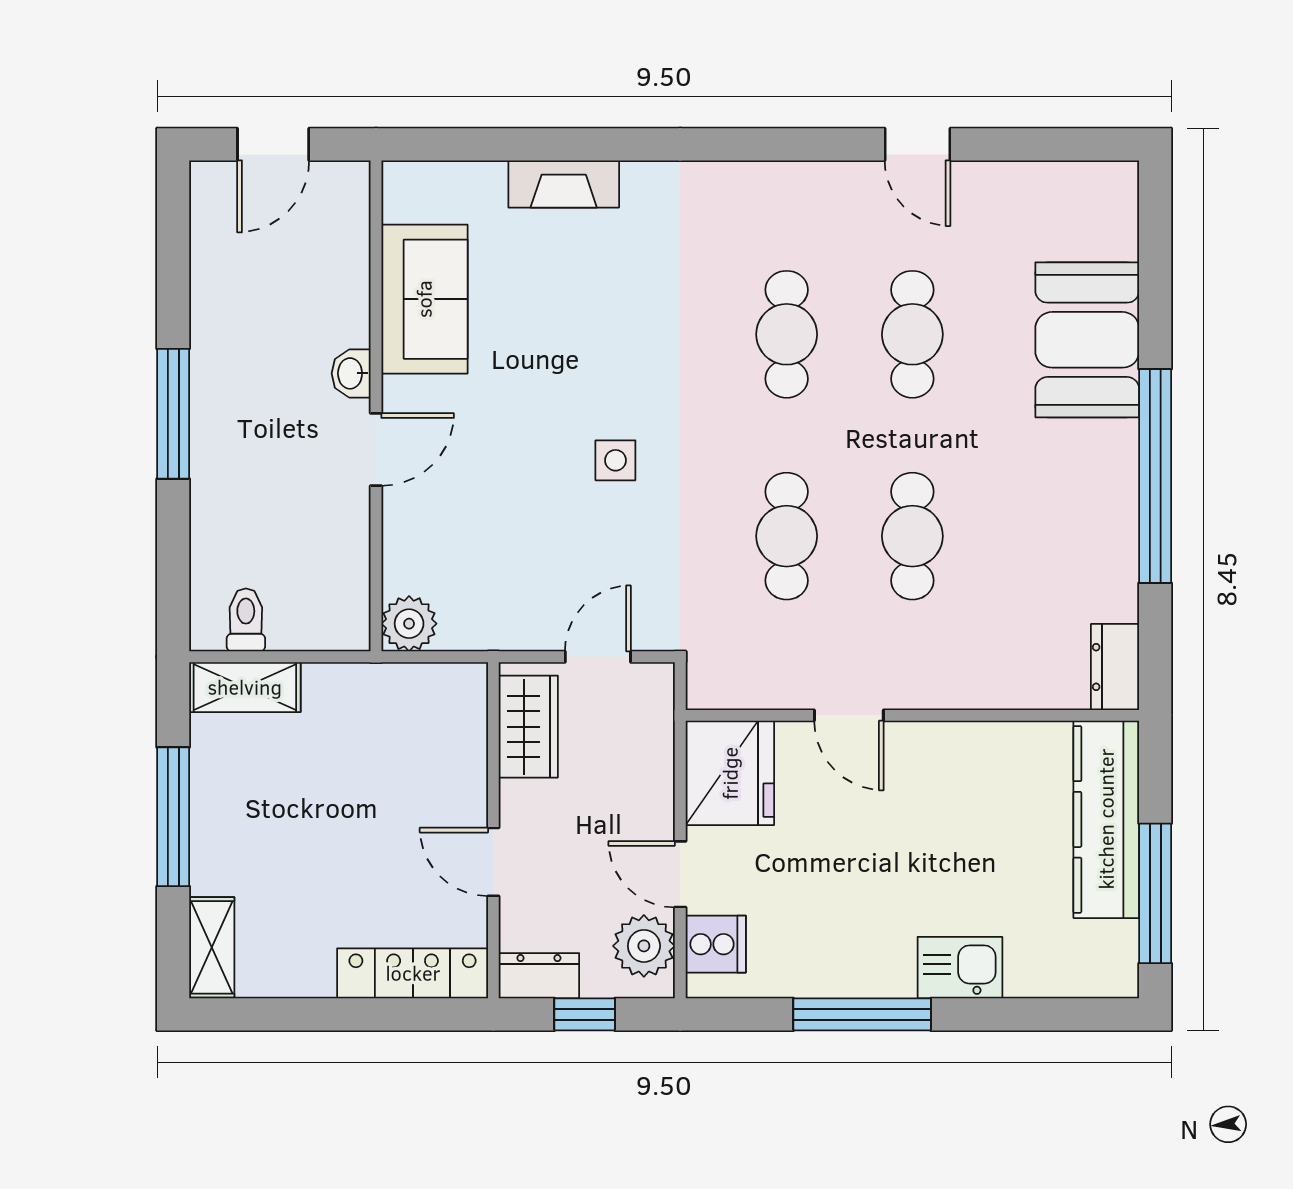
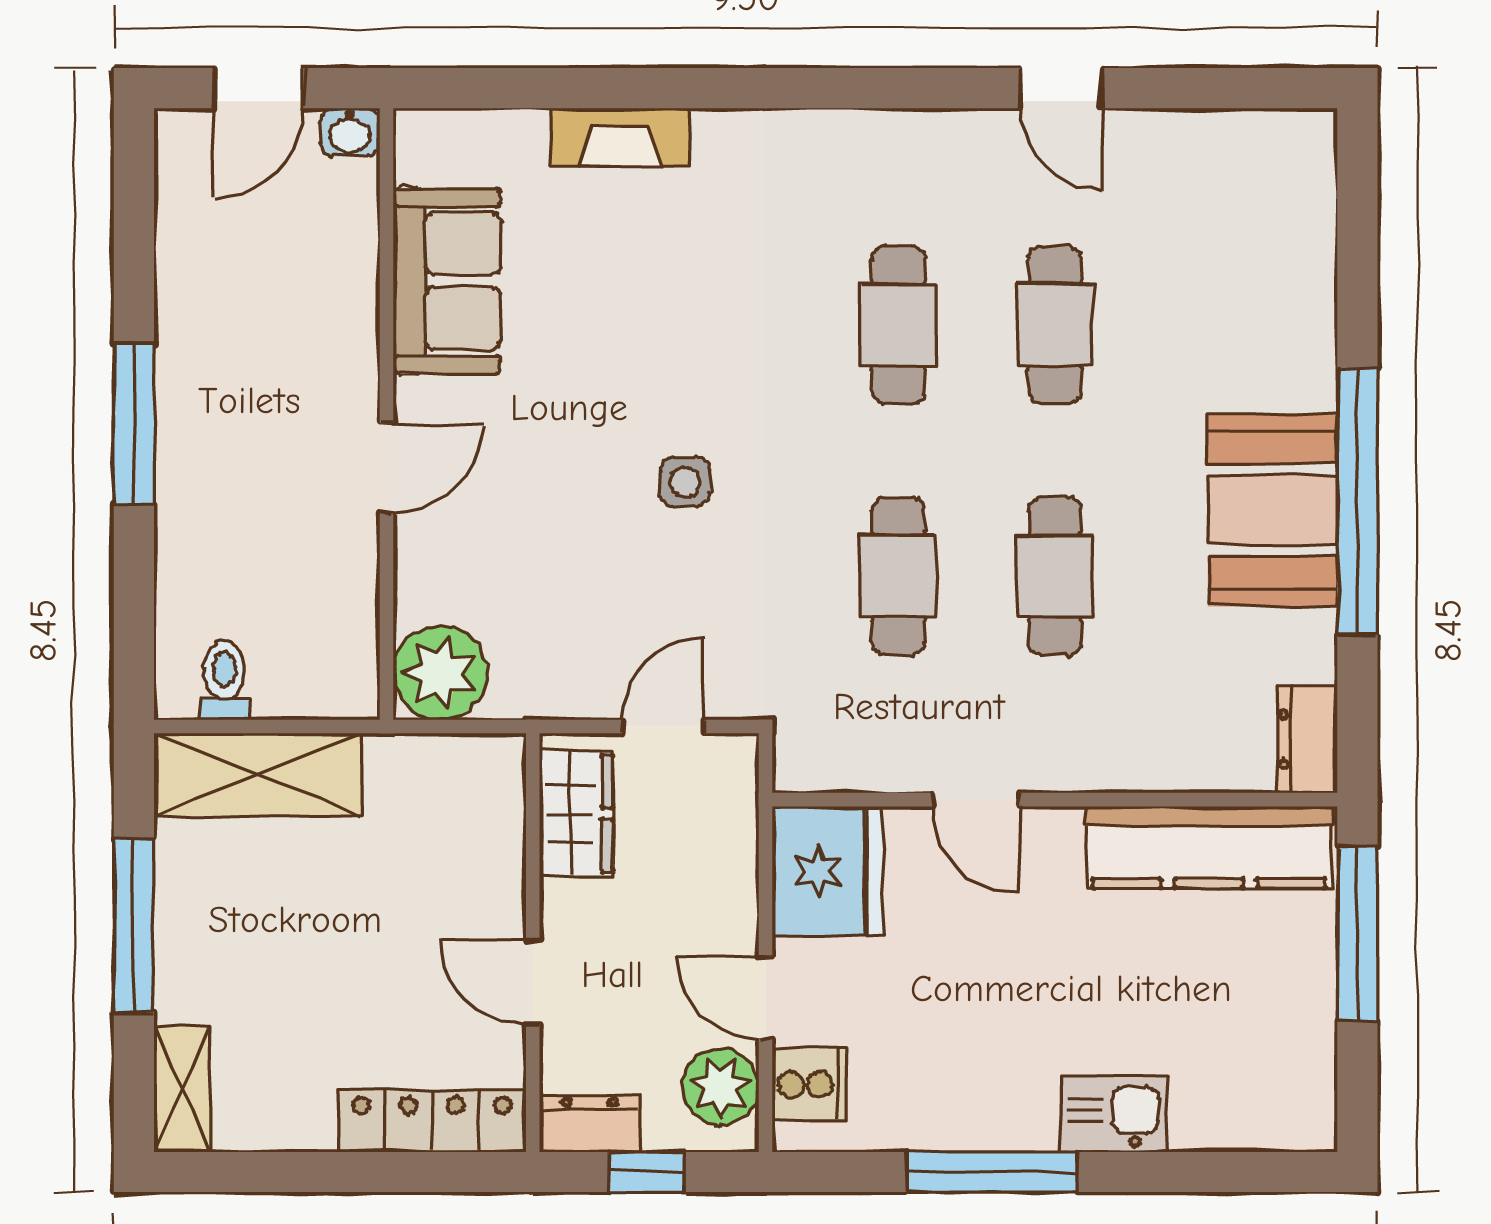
booth: (1087, 340) -> (1273, 510), moved
washbasin: (351, 373) -> (350, 132), moved, turned -90
plant: (409, 624) -> (440, 673), width x1.36, depth x1.36
shelving: (245, 687) -> (258, 775), width x1.50, depth x1.33
kitchen counter: (1106, 819) -> (1209, 847), moved, turned -90
window: (1155, 893) -> (1357, 934), moved

